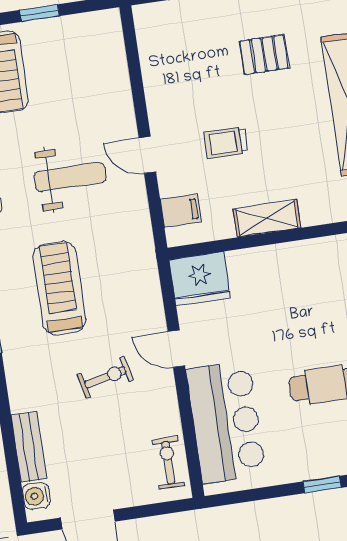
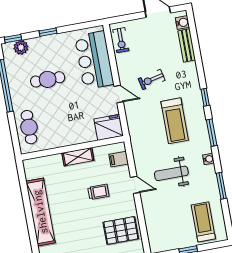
pallet: (264, 55) -> (121, 230), moved, width x1.50, depth x1.42

